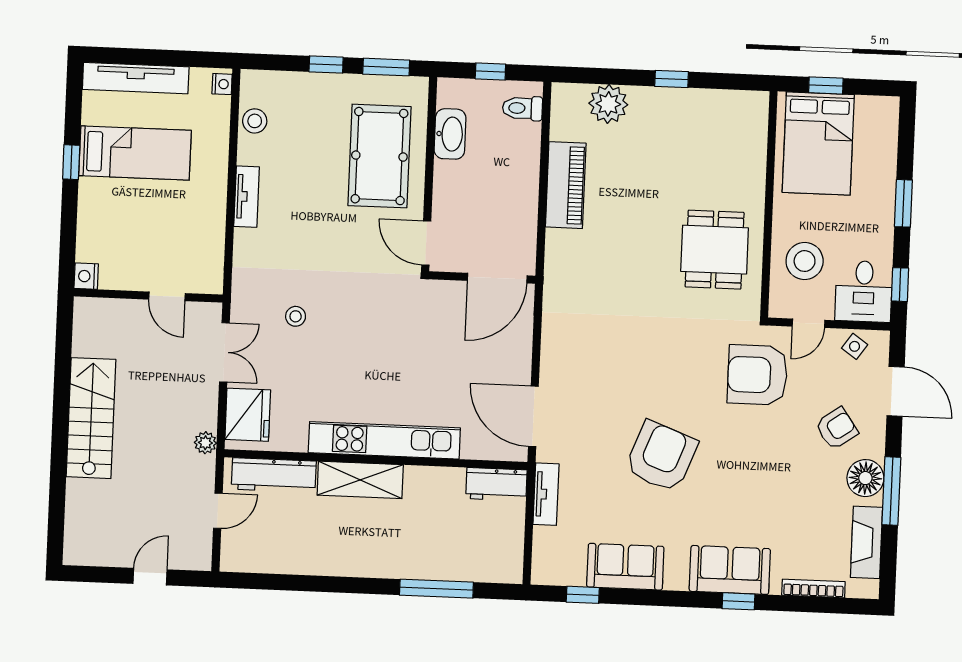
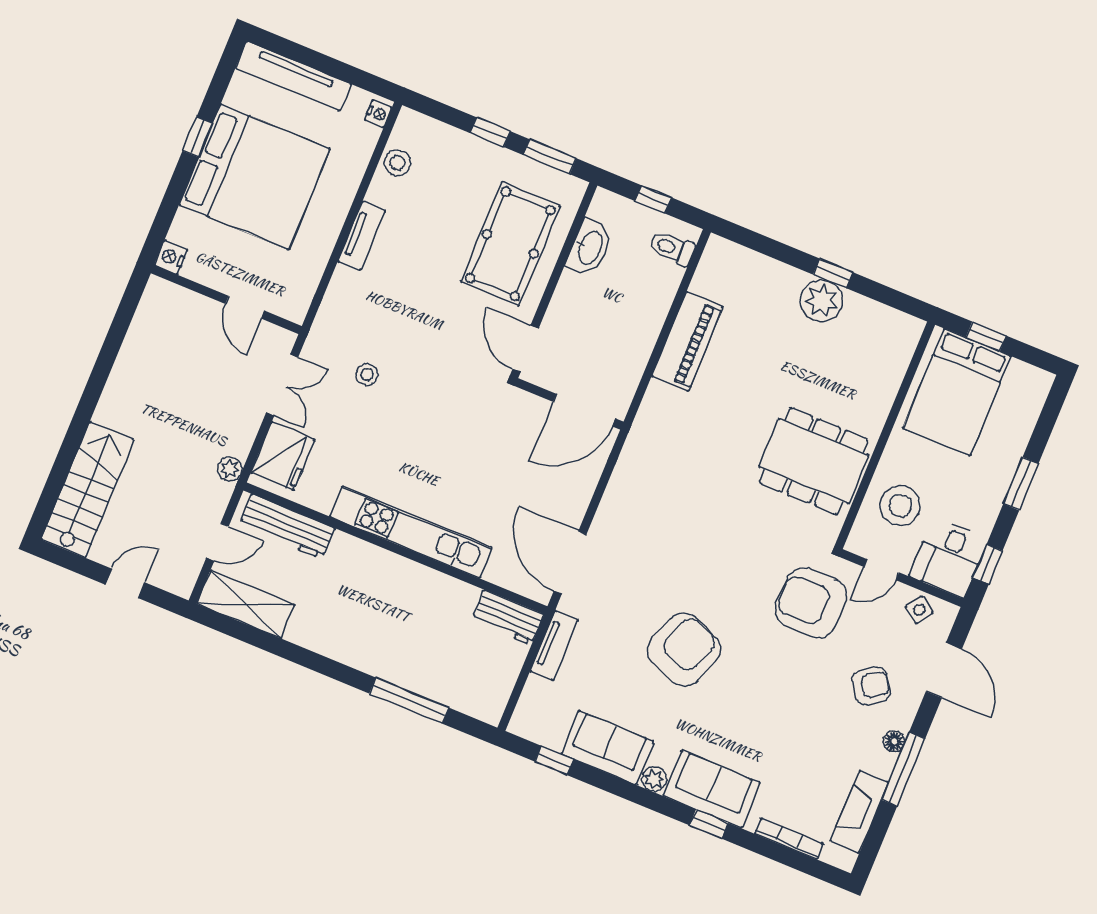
plant: (608, 104) -> (821, 301), moved
bed: (135, 153) -> (255, 177), width x2.04
dining table: (715, 250) -> (814, 461), width x1.37
stairs: (91, 418) -> (88, 490), moved
floor lamp: (865, 478) -> (894, 741), width x0.53, depth x0.53
shelving: (360, 480) -> (246, 604), moved
plant: (676, 579) -> (654, 779), added

